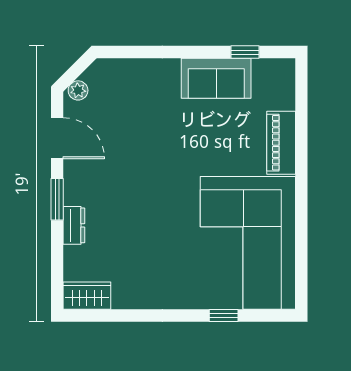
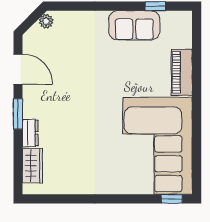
plant: (78, 90) -> (46, 21), moved
wardrobe: (87, 296) -> (32, 166), moved, turned 90
window: (224, 315) -> (172, 199), moved

